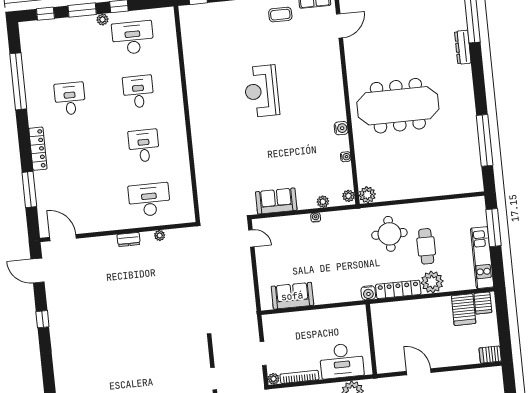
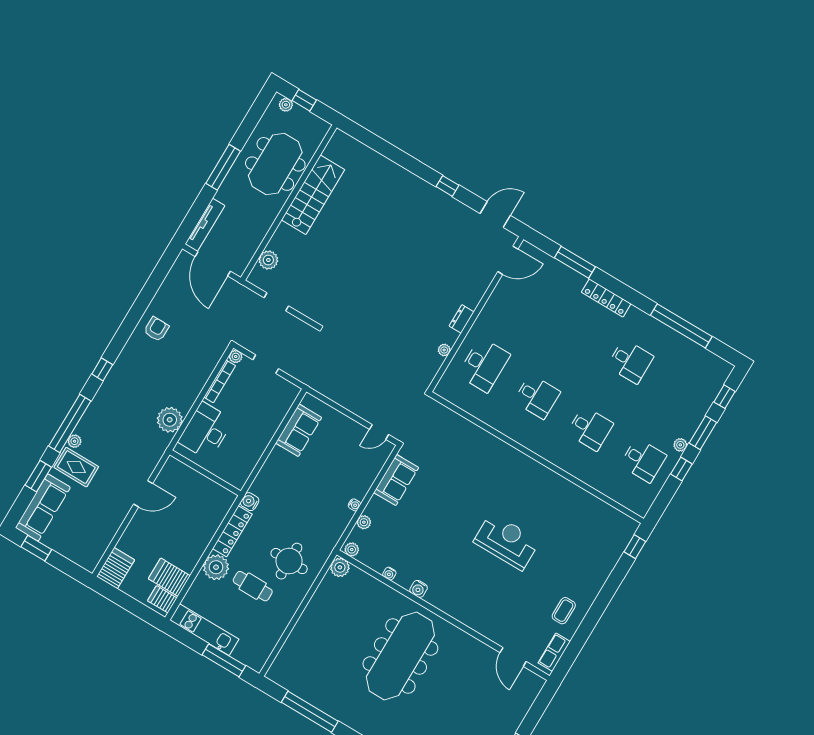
desk: (133, 38) -> (643, 460), width x0.73
server rack: (490, 355) -> (116, 568), width x1.36, depth x1.44

